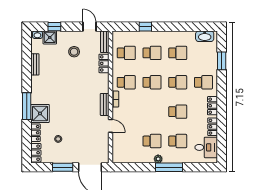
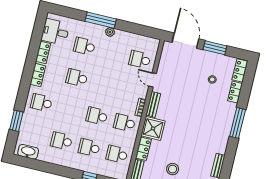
school desk: (178, 82) -> (69, 109), removed
shower: (40, 113) -> (153, 128), moved
school desk: (152, 141) -> (140, 60), moved

